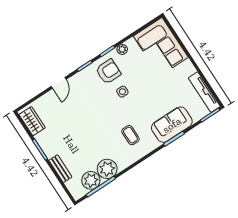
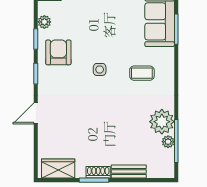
door: (59, 83) -> (36, 113), swing flipped
side table: (122, 92) -> (100, 69), moved
shoe rack: (47, 149) -> (98, 172), added
plant: (91, 180) -> (168, 142), width x0.53, depth x0.53

